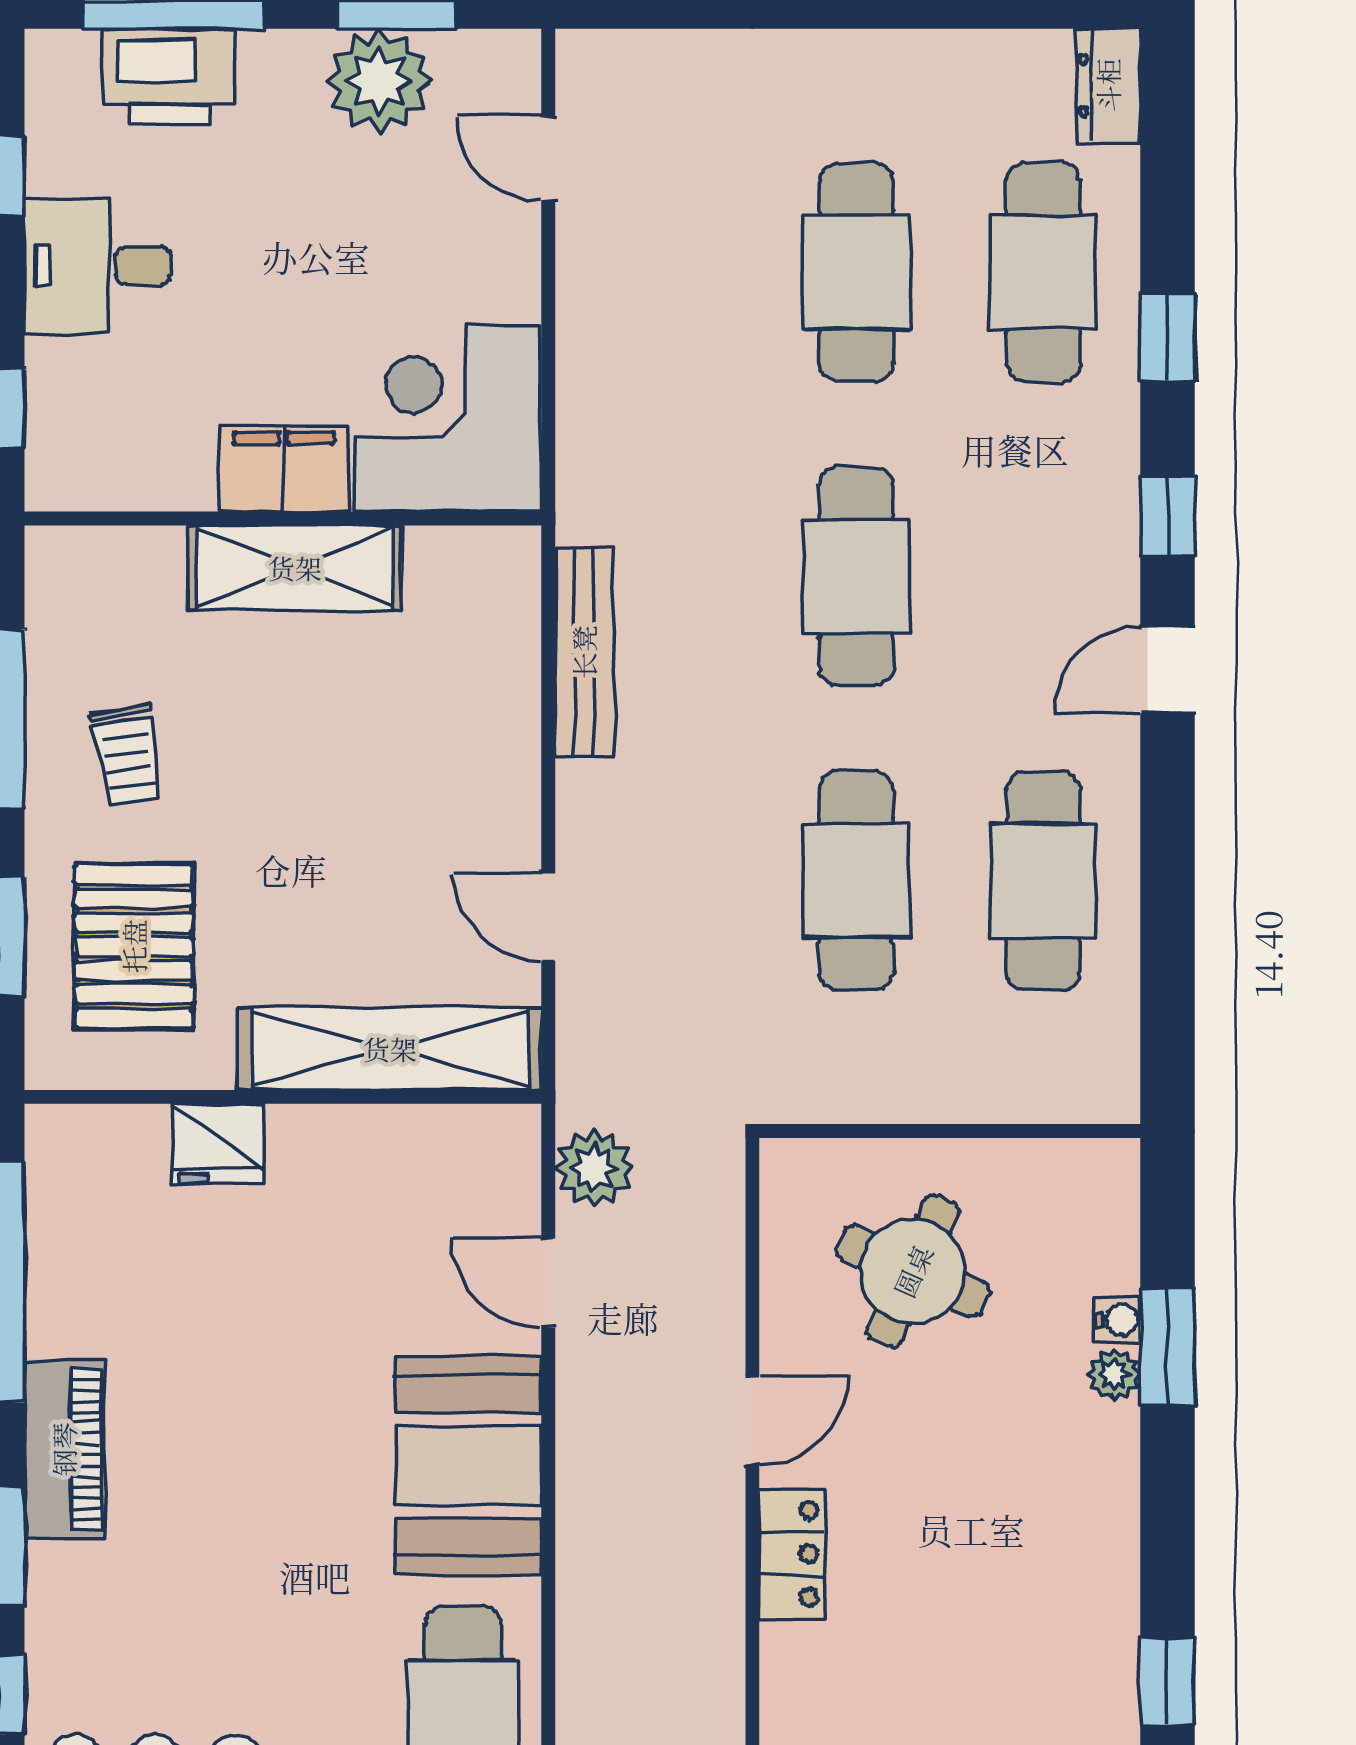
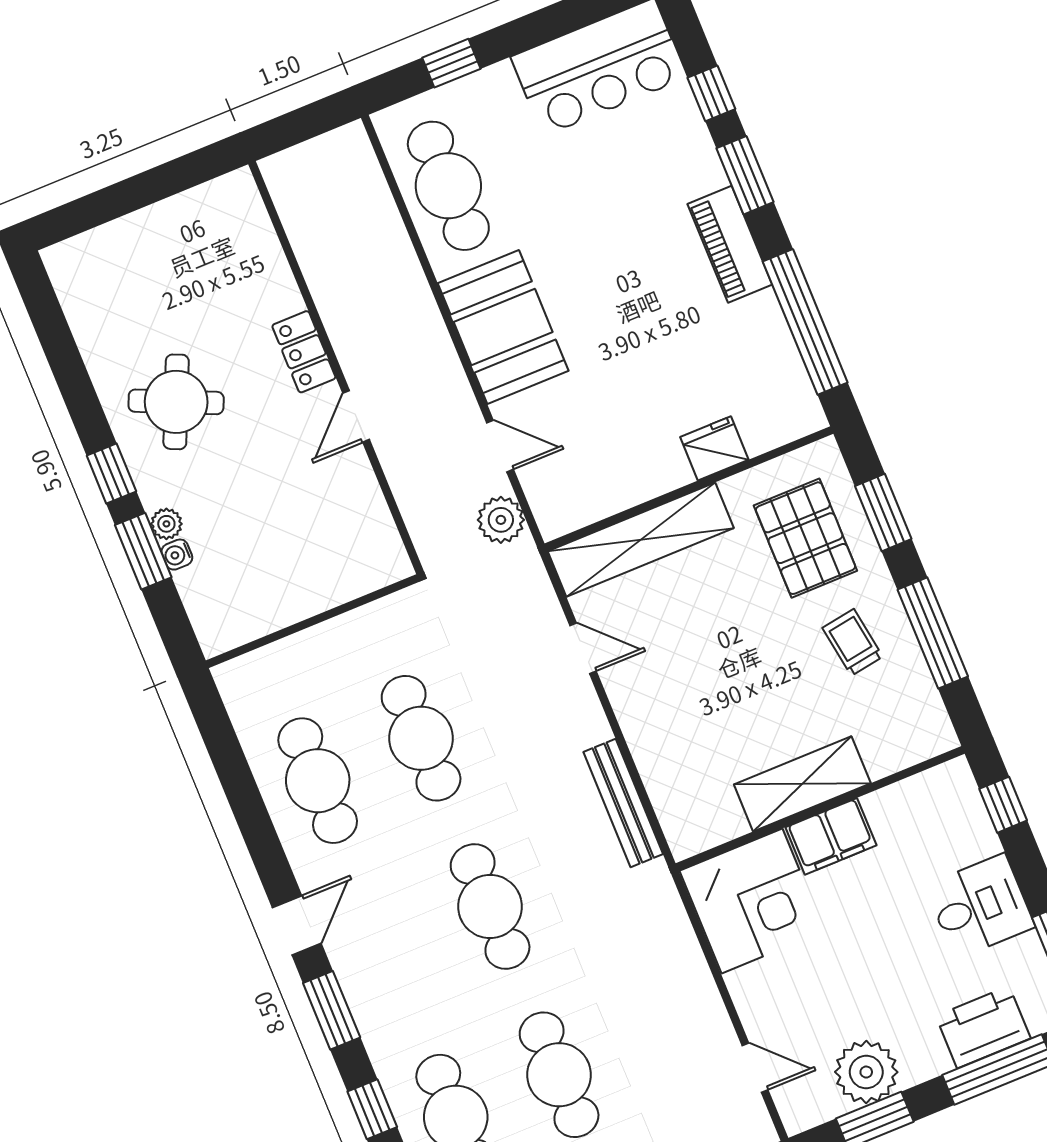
window: (1167, 516) -> (332, 1010), width x1.50
round table: (913, 1271) -> (176, 402), moved
window: (1167, 1681) -> (111, 473), moved

